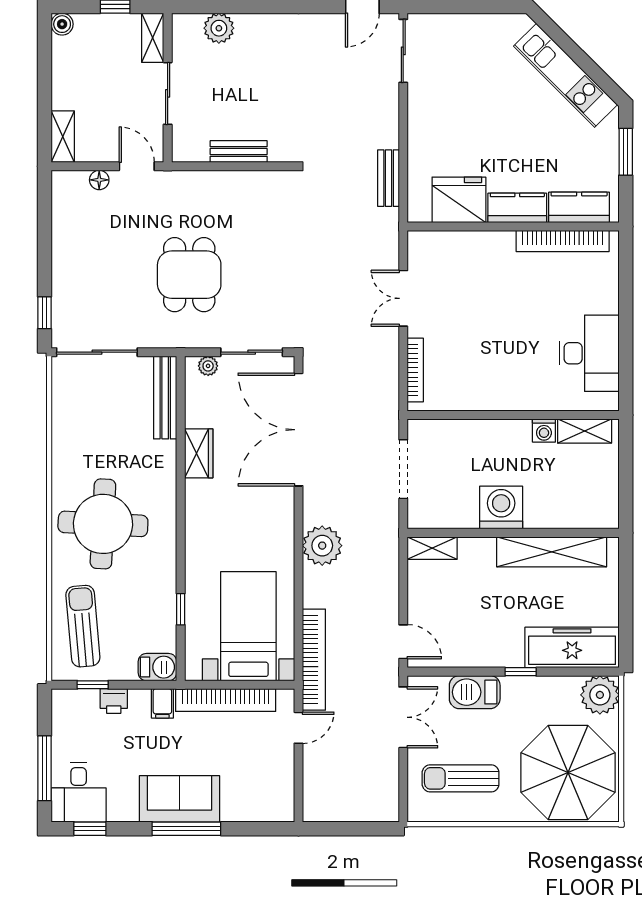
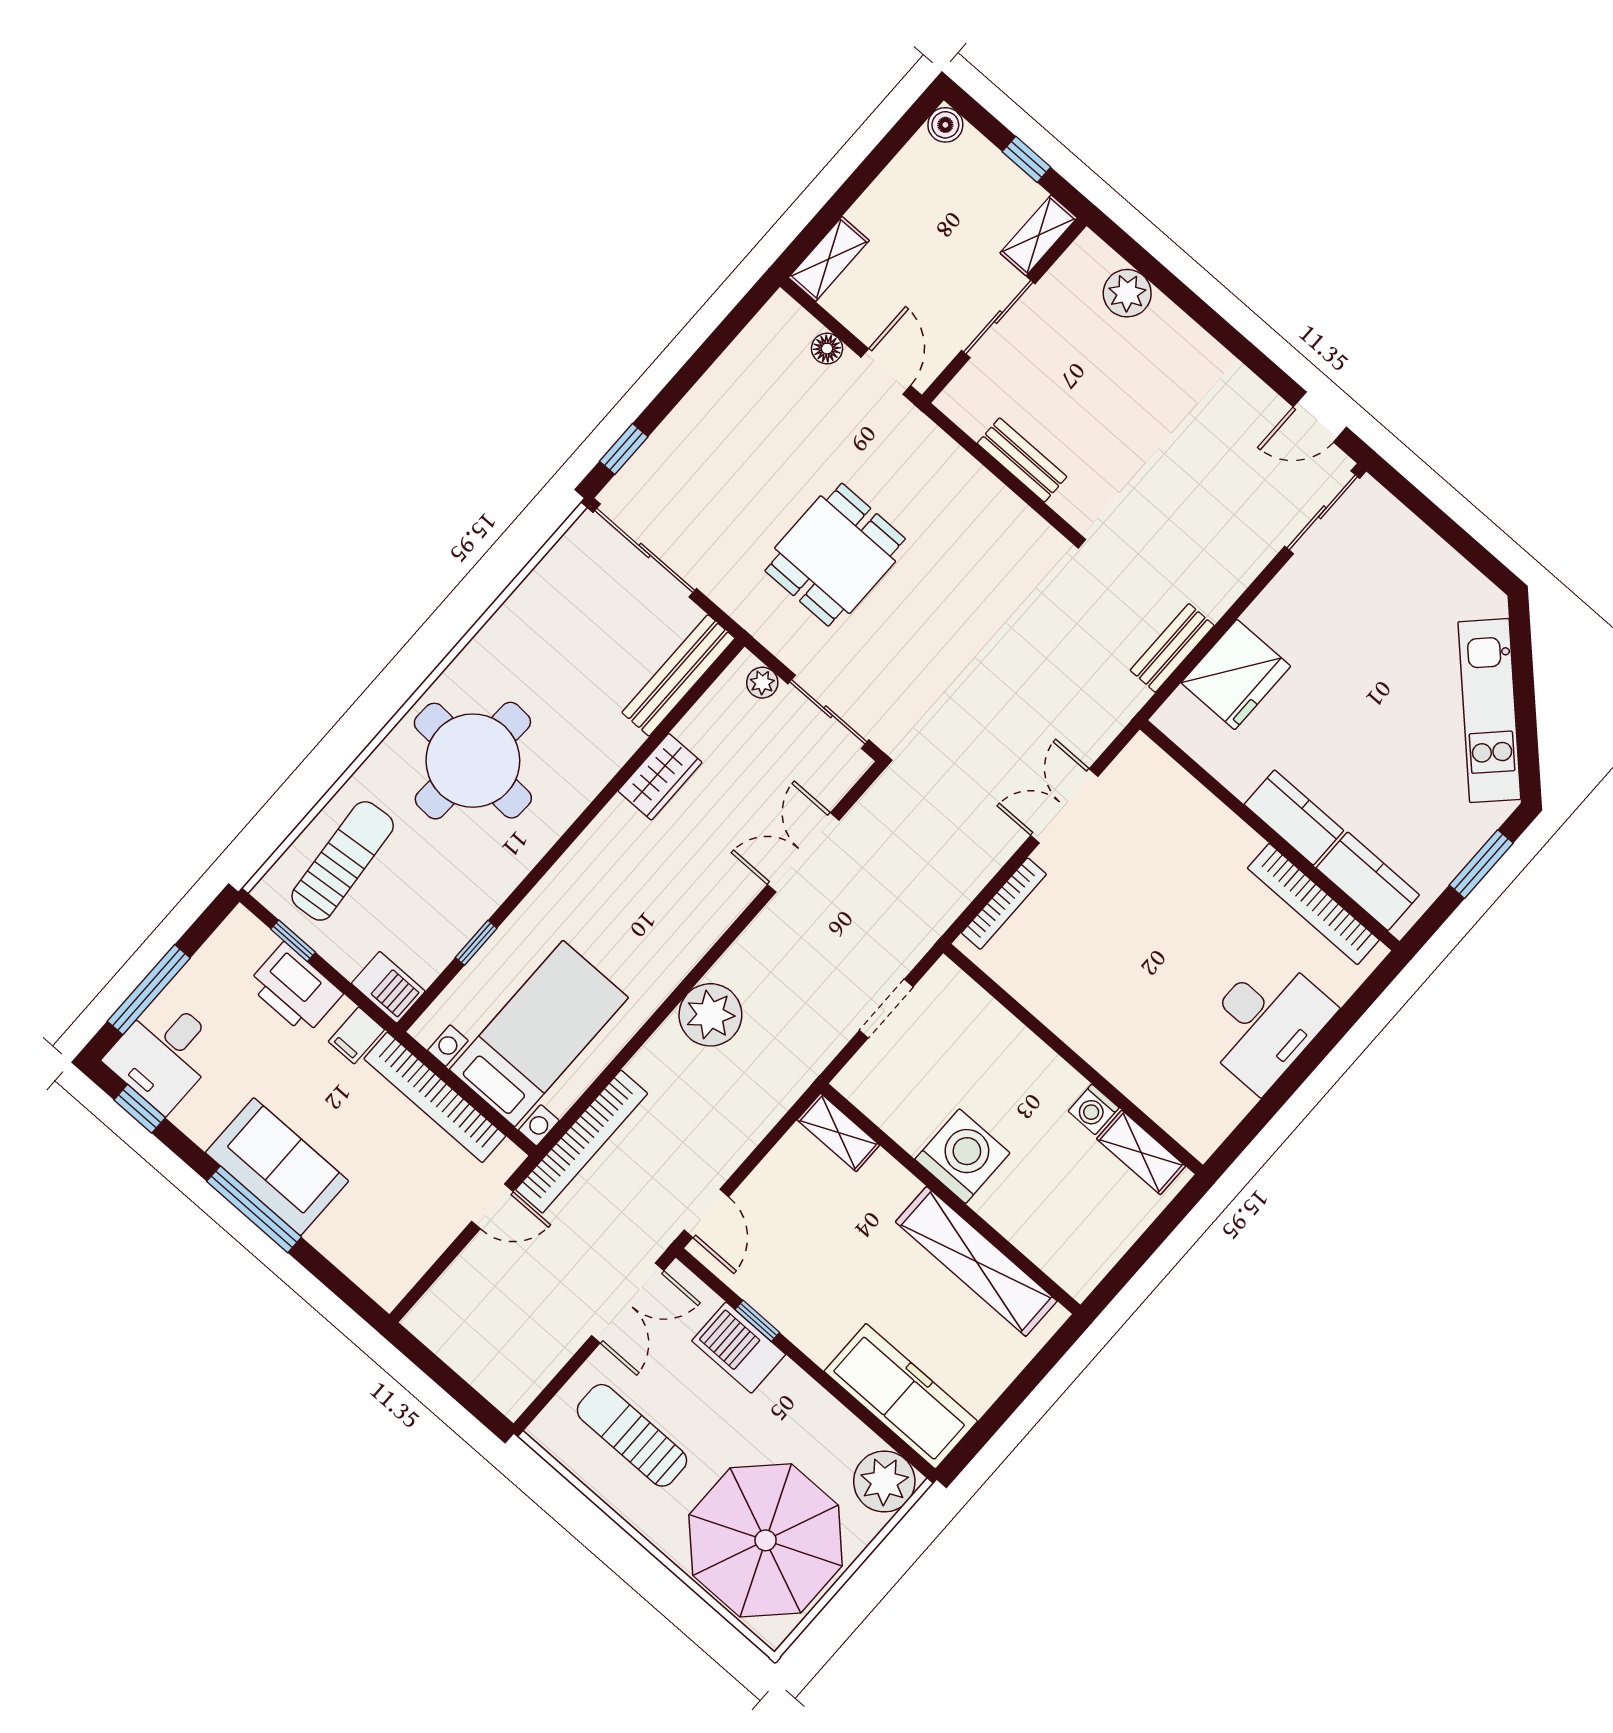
fridge: (459, 200) -> (1236, 675), moved, turned 90
desk: (589, 353) -> (1265, 1022), moved
double door: (298, 430) -> (803, 852), width x0.54
doorway: (403, 469) -> (886, 1009), width x0.73
window: (521, 672) -> (757, 1321), moved
printer: (114, 701) -> (295, 989), width x1.87, depth x1.48

